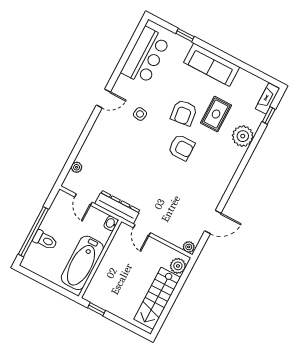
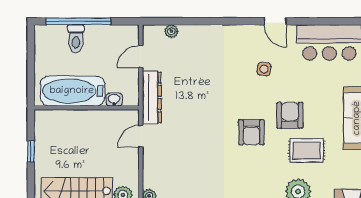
door: (103, 99) -> (275, 21), moved
armchair: (184, 113) -> (290, 115), turned 96
washbasin: (111, 223) -> (114, 100), moved
window: (96, 309) -> (31, 151), moved

